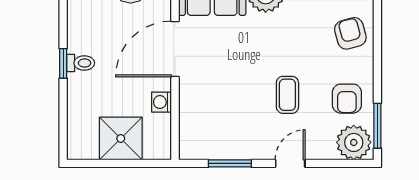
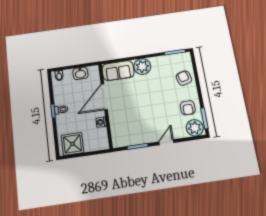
coffee table: (287, 95) -> (160, 110), removed
shower: (121, 138) -> (73, 144), moved

